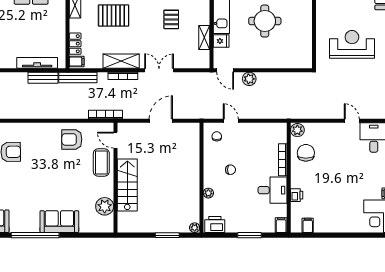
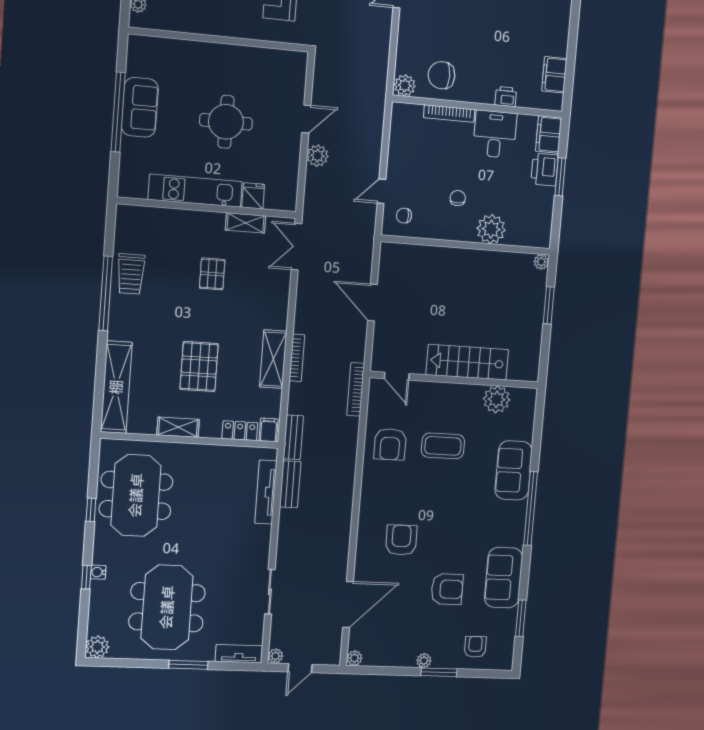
pallet: (171, 19) -> (212, 274), turned 90
double door: (159, 70) -> (296, 247), moved
door: (225, 70) -> (306, 119), moved
bench: (78, 77) -> (293, 437), width x0.73
door: (115, 140) -> (397, 376), hinge flipped
coffee table: (101, 162) -> (443, 446), moved
plant: (208, 193) -> (491, 229), width x1.88, depth x1.88
printer: (215, 224) -> (545, 170), moved
filing cabinet: (281, 225) -> (549, 134), width x2.00
filing cabinet: (308, 225) -> (554, 75), width x2.00

